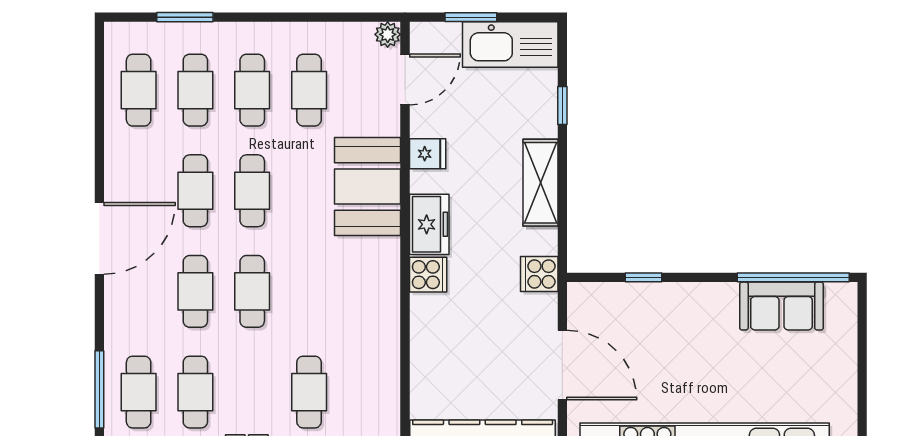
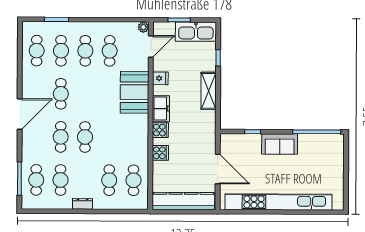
cafe table: (252, 191) -> (134, 180), moved
cooker: (539, 274) -> (160, 153), moved, turned 180
sofa: (781, 306) -> (280, 144), moved

